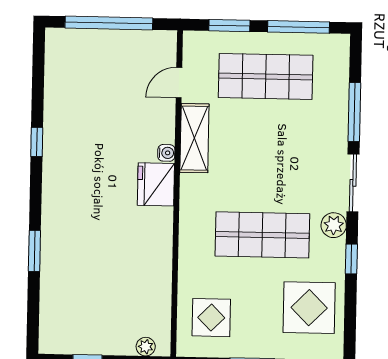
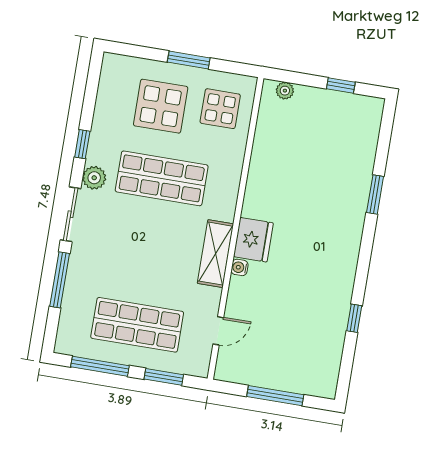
window: (109, 23) -> (275, 396), width x0.68
shelving: (194, 138) -> (215, 254), moved
window: (37, 142) -> (354, 318), moved
display table: (309, 308) -> (161, 106), moved

